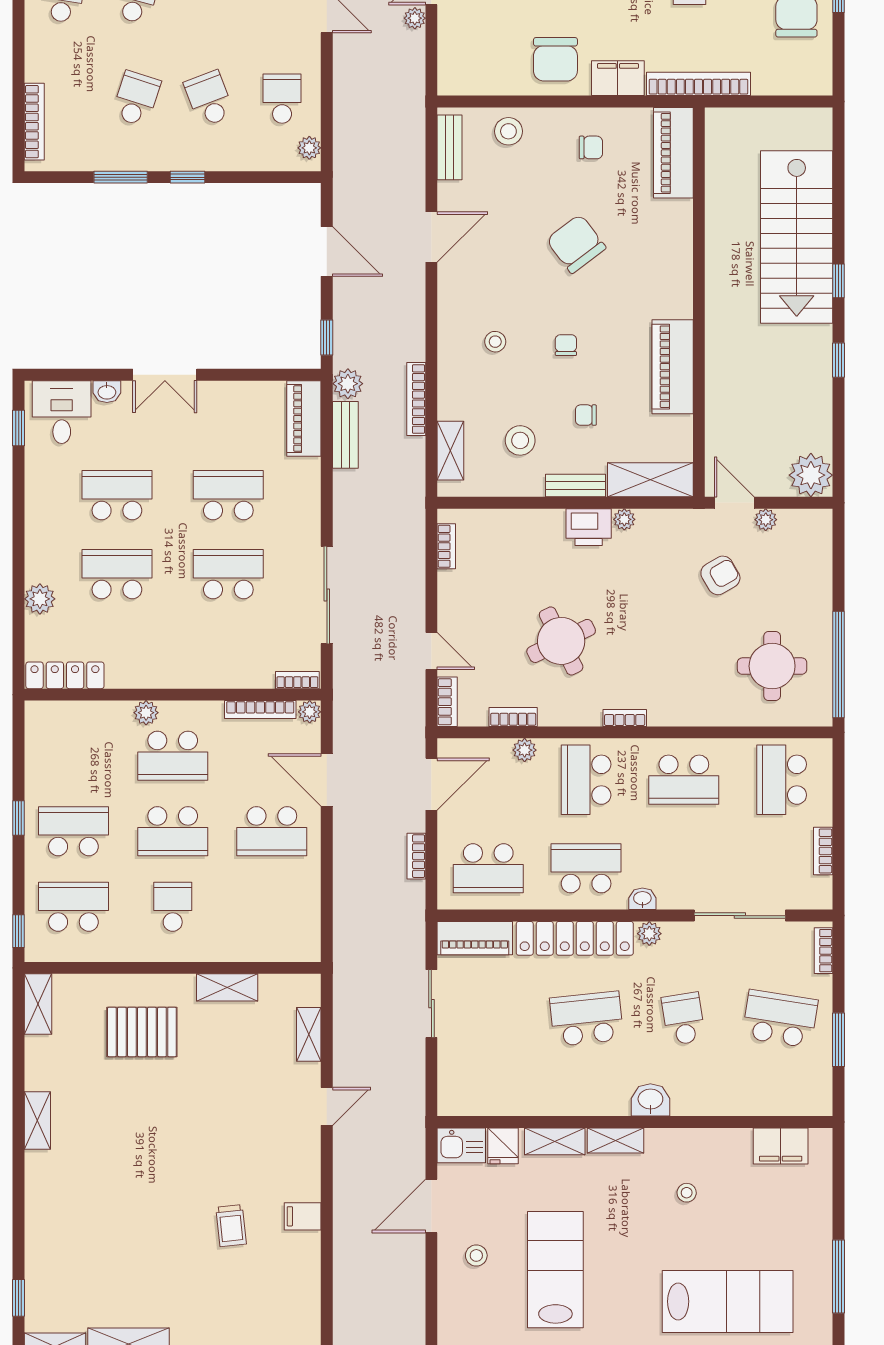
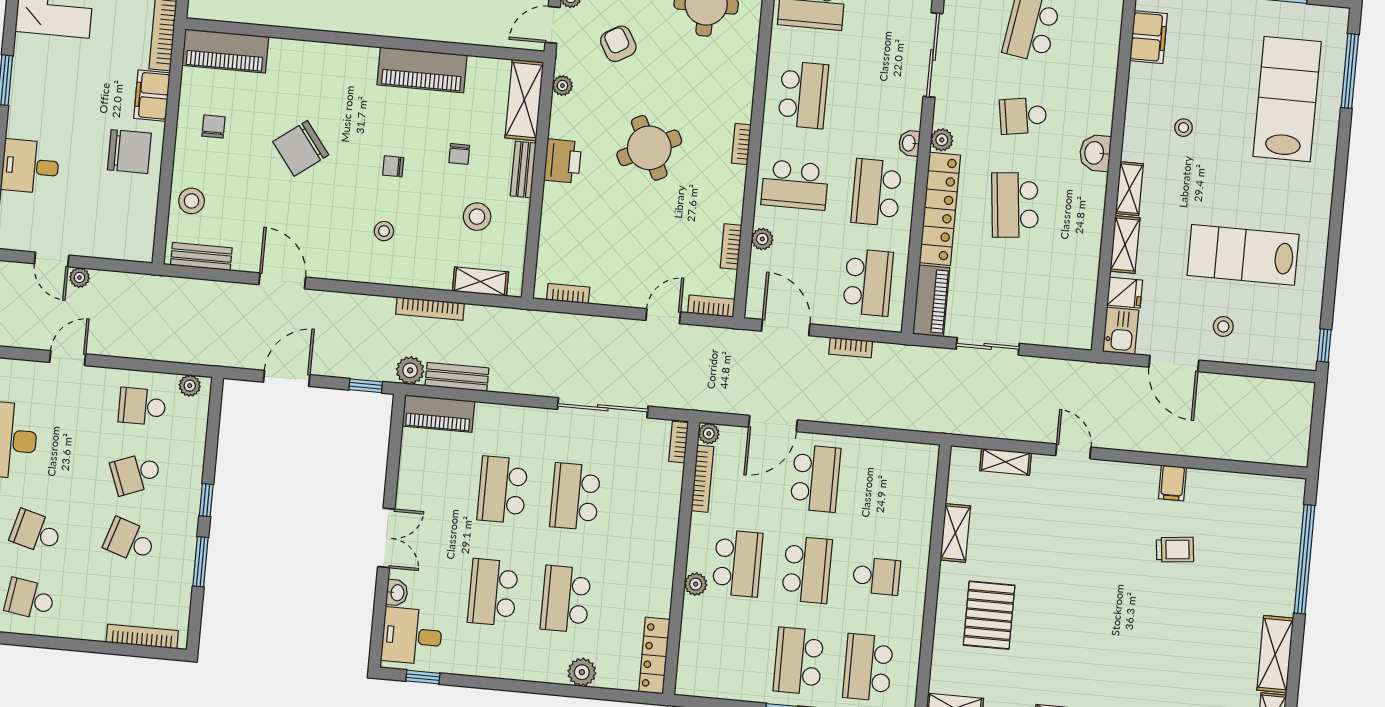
plant: (624, 519) -> (562, 86), moved
round table: (561, 641) -> (649, 148), moved
school desk: (173, 907) -> (876, 576), turned 180

